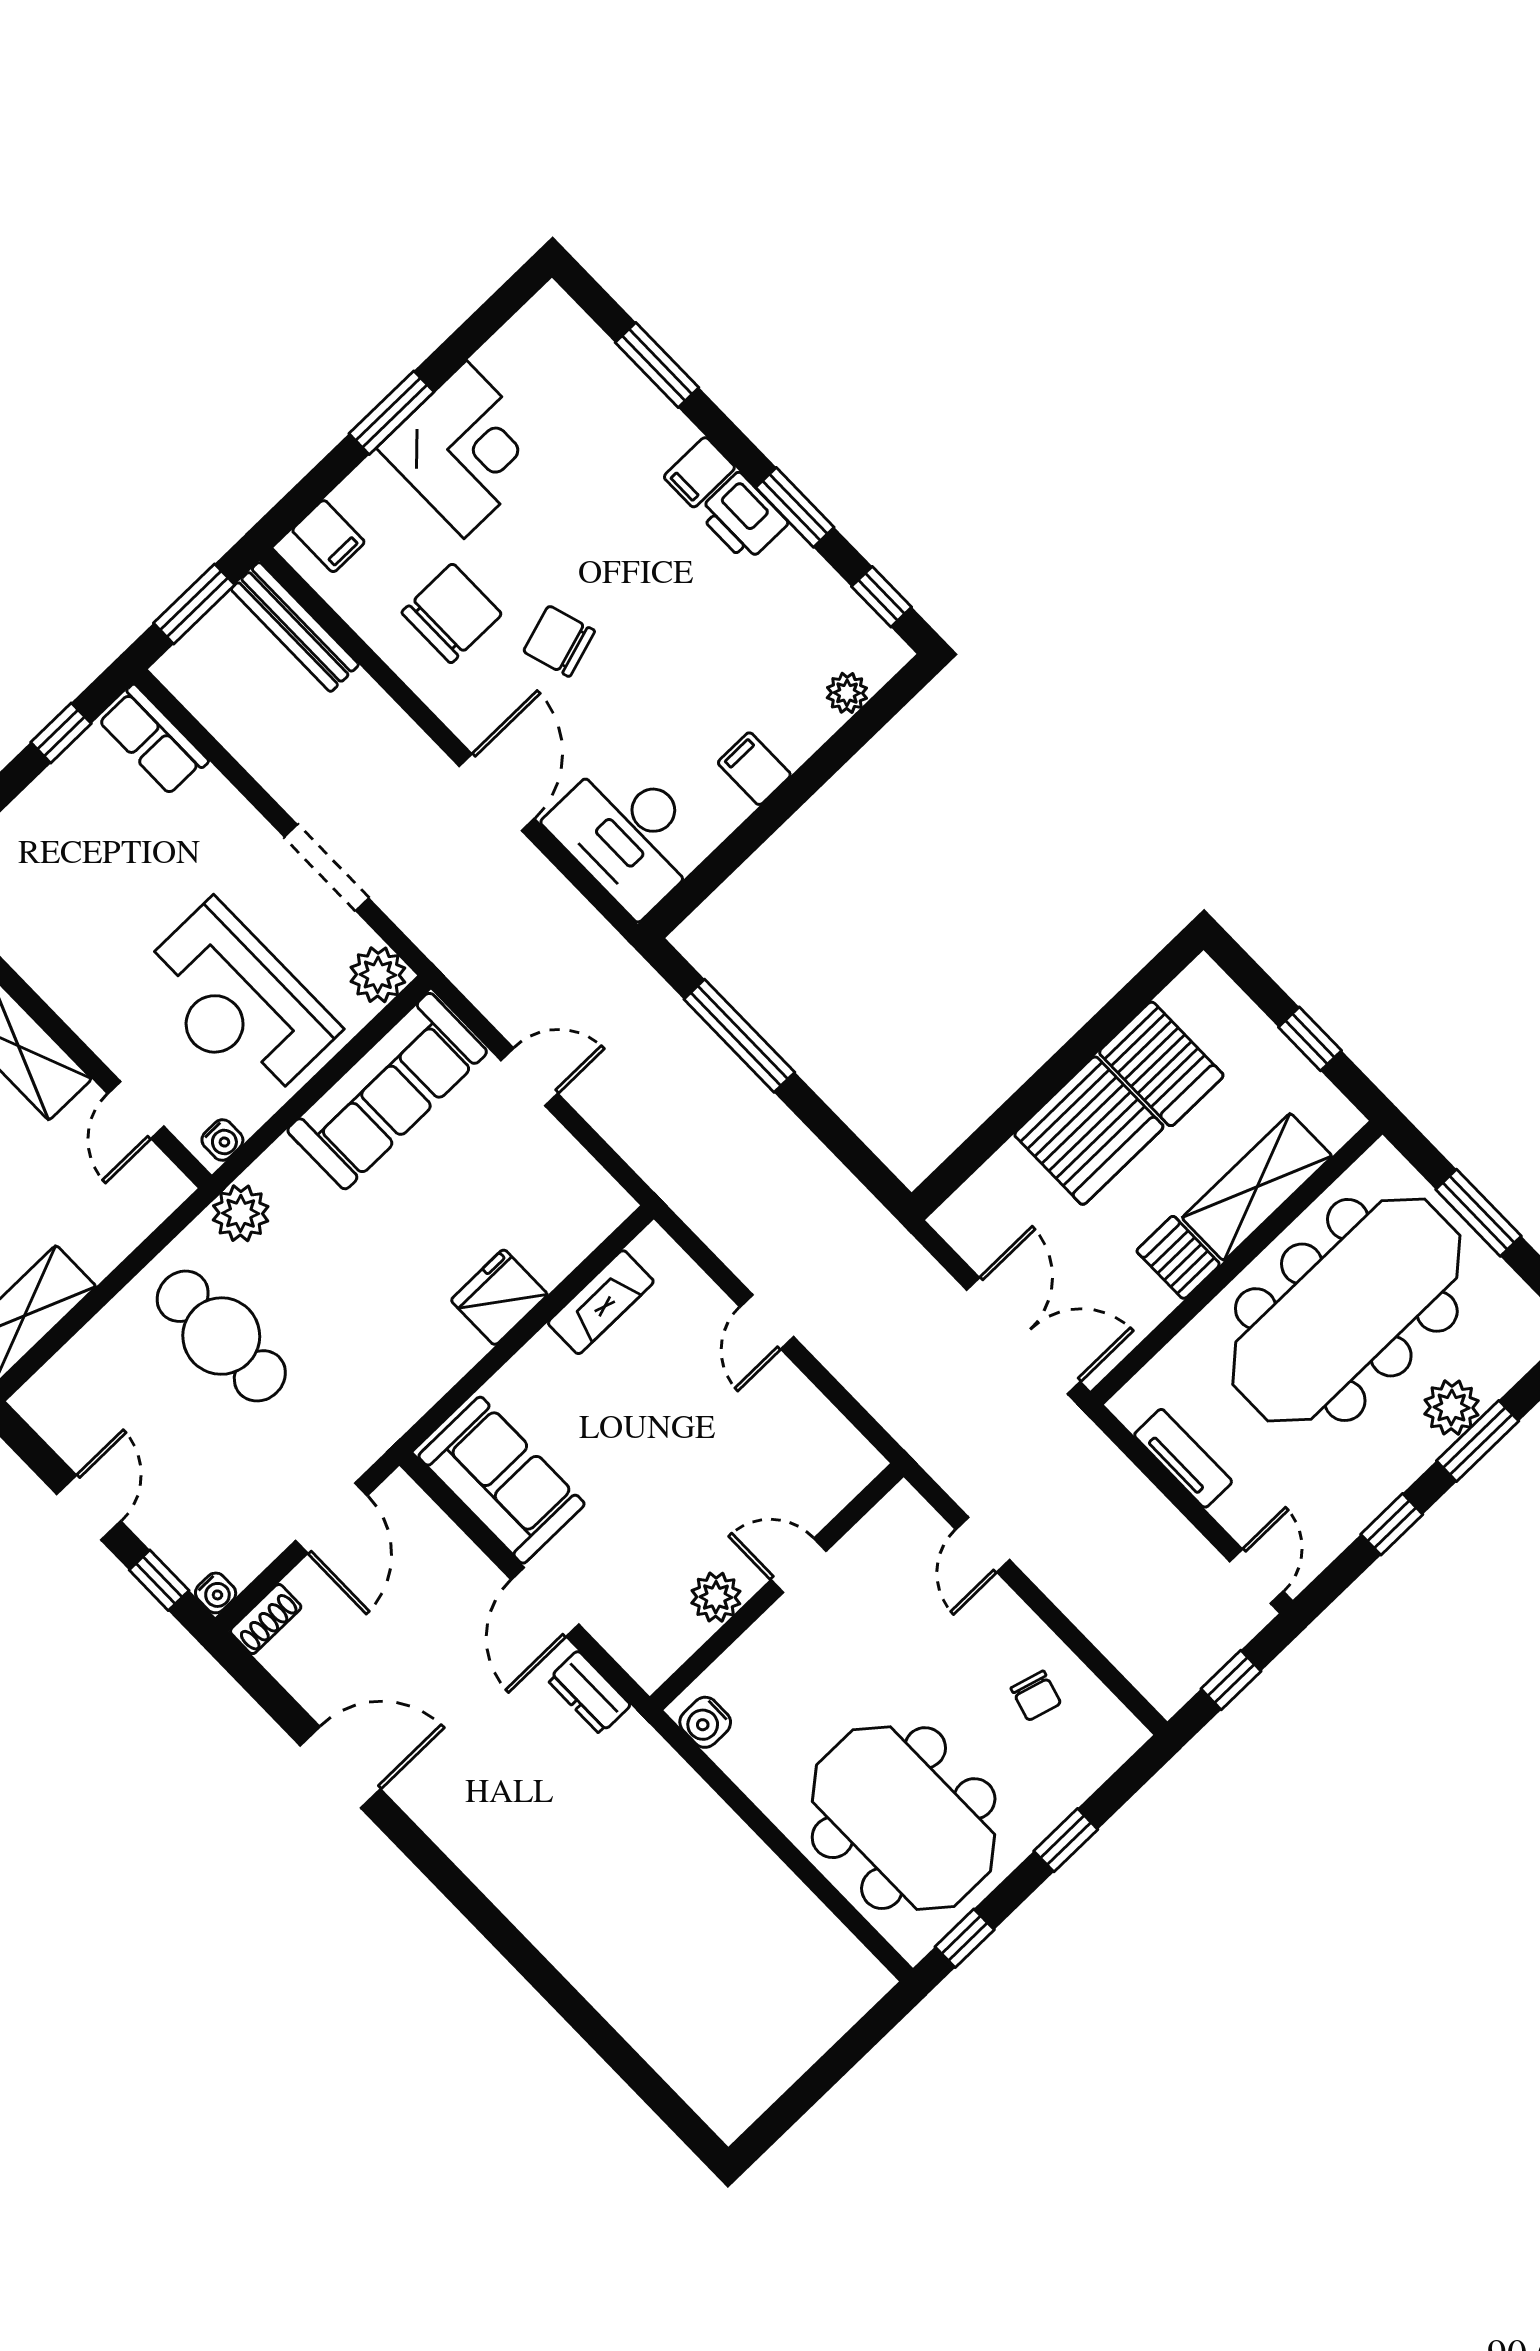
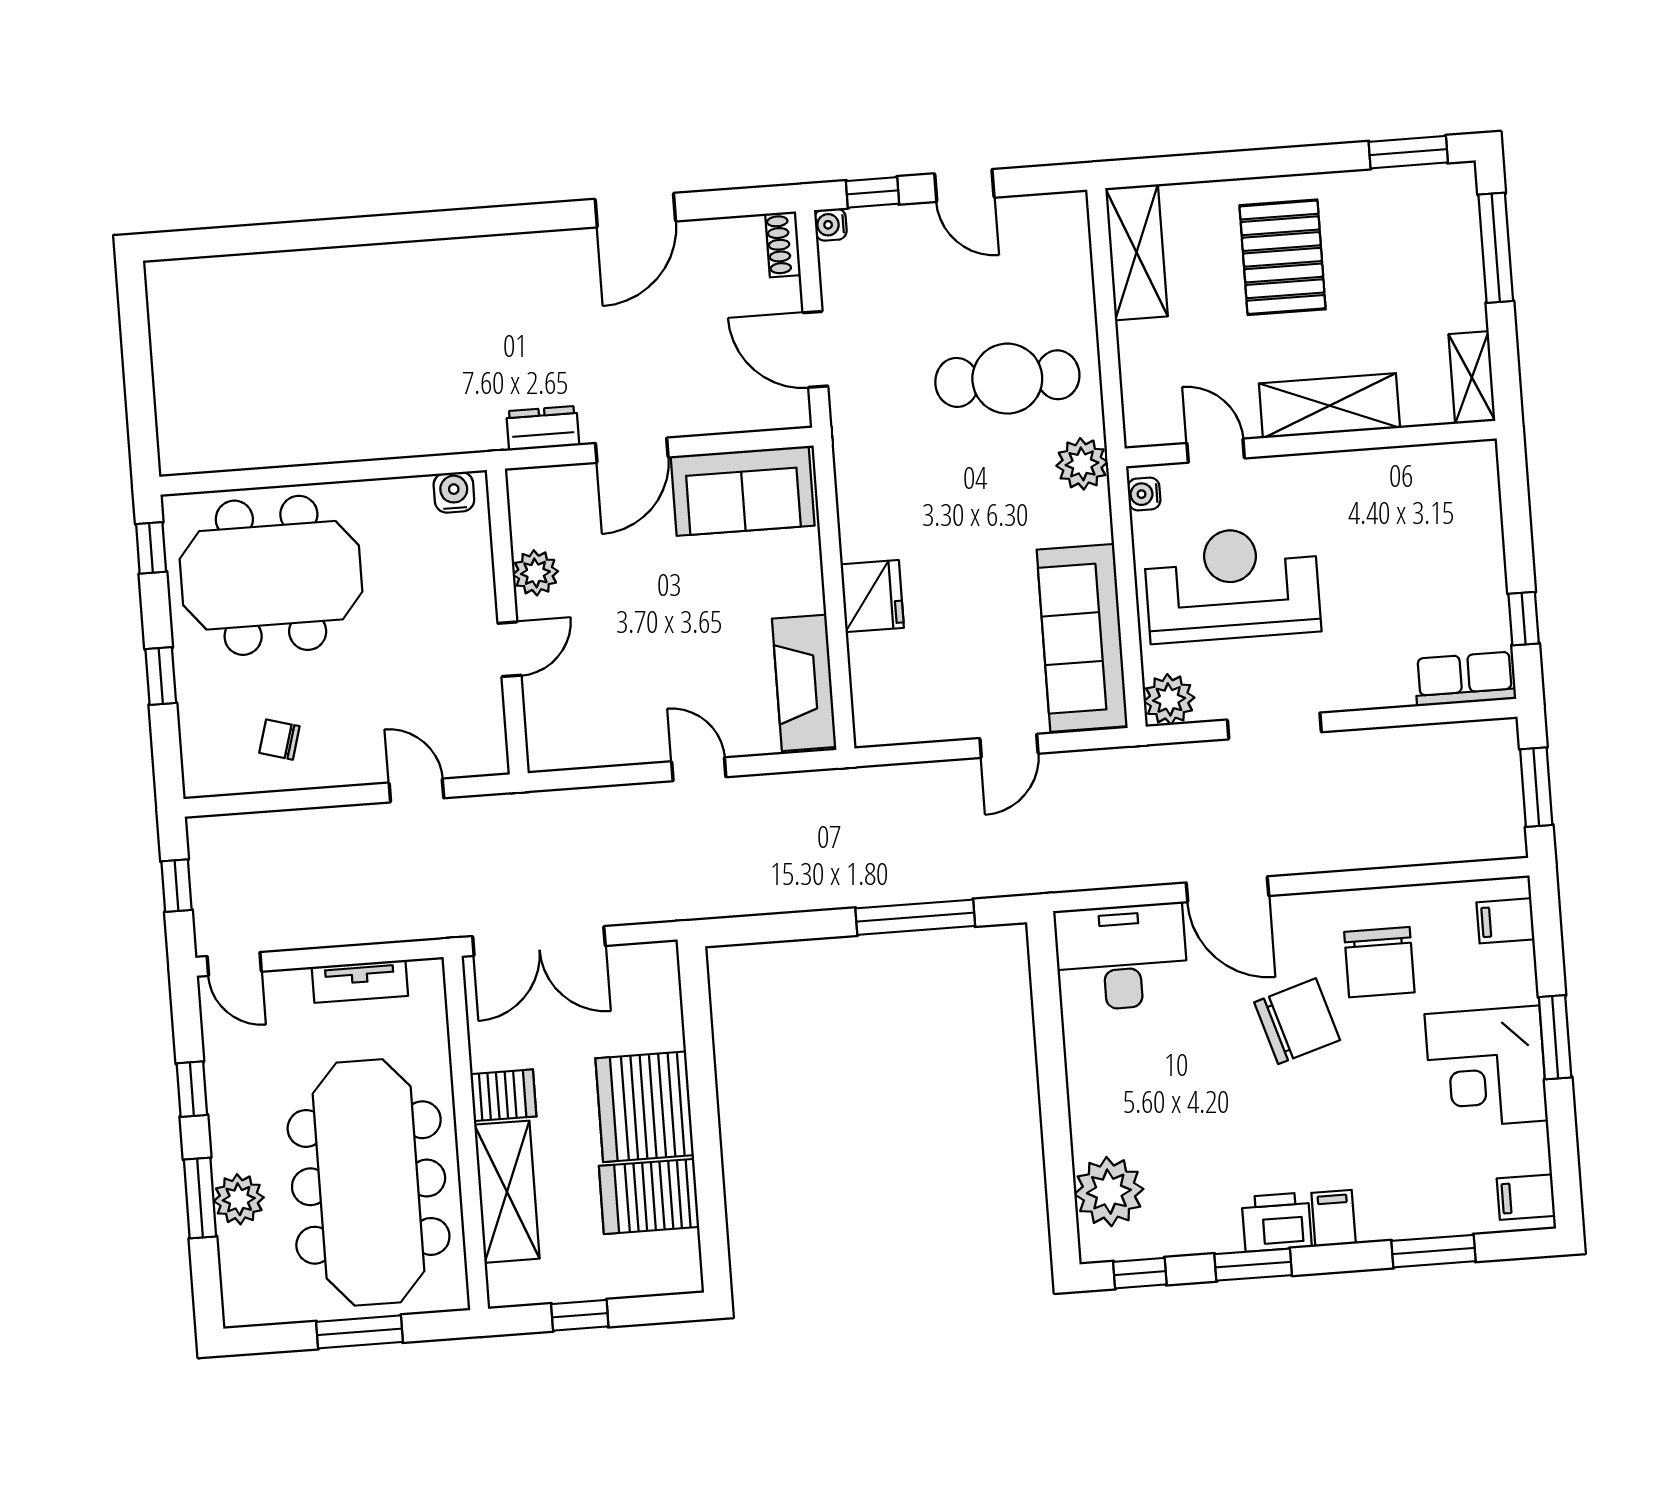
bench: (295, 627) -> (1461, 844), removed
chair: (559, 641) -> (1297, 1021), width x1.37, depth x1.37
plant: (847, 693) -> (1109, 1192), width x1.87, depth x1.87
filing cabinet: (754, 769) -> (1526, 1197), moved, turned 180
fireplace: (601, 1302) -> (804, 683), width x1.37, depth x1.32
door: (545, 1602) -> (632, 450), swing flipped

